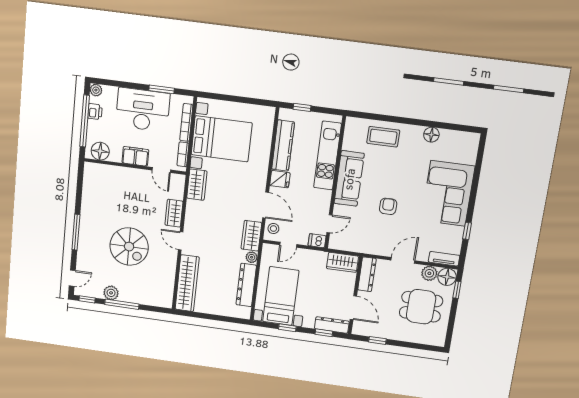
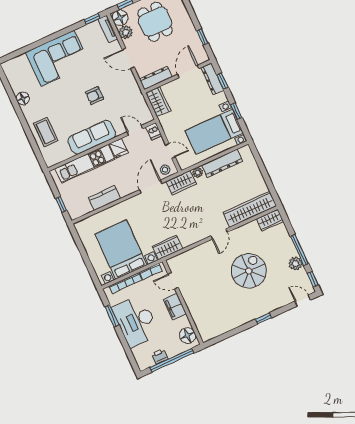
plant: (96, 90) -> (143, 365), removed
kitchen counter: (283, 146) -> (104, 198), width x0.67
door: (161, 170) -> (173, 281), swing flipped
fridge: (280, 179) -> (119, 148), moved, turned 180
wardrobe: (174, 213) -> (270, 220), moved
window: (467, 231) -> (92, 19), moved
window: (76, 232) -> (263, 318), width x0.46

